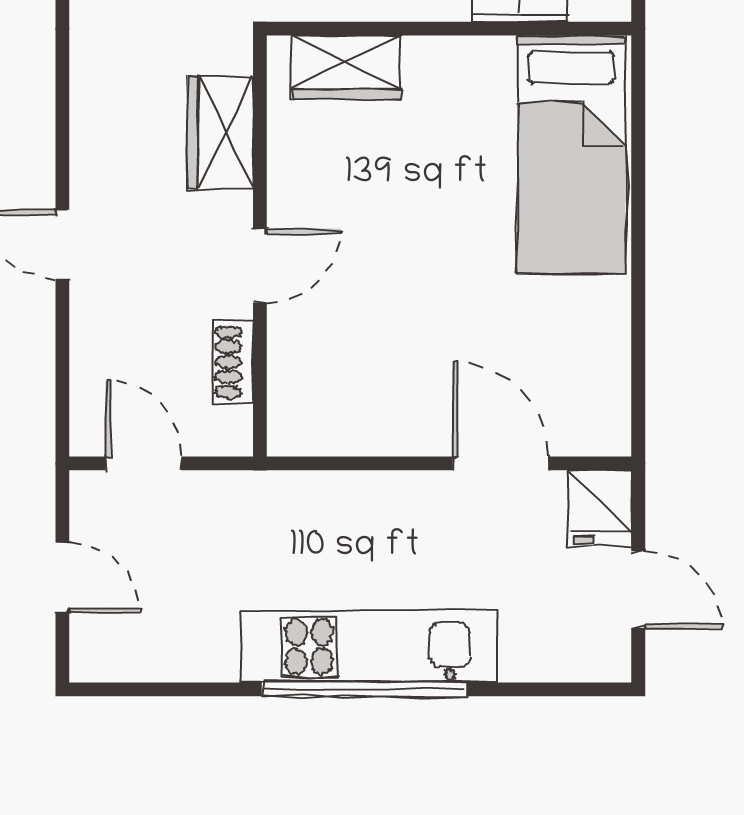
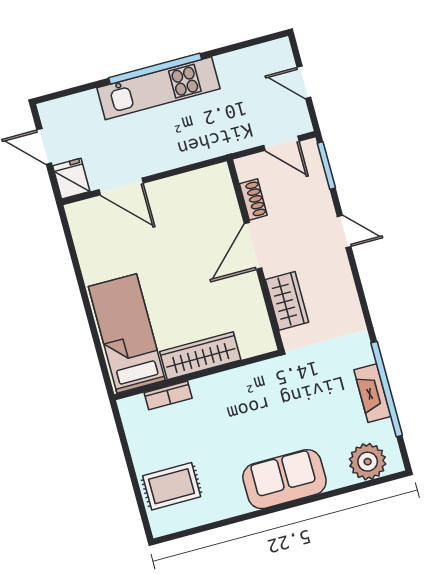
wardrobe: (347, 67) -> (200, 356), moved, width x1.50
door: (260, 266) -> (253, 246), width x1.37
window: (62, 392) -> (326, 166), added

